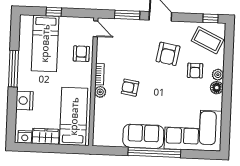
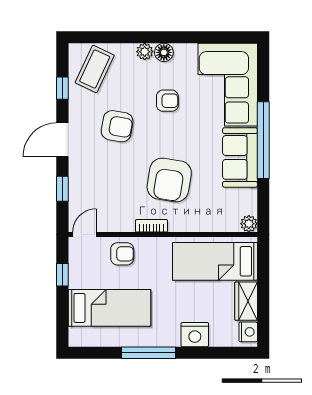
window: (54, 12) -> (62, 275), moved
window: (127, 15) -> (62, 189), width x0.67
window: (210, 18) -> (62, 88), moved
armchair: (81, 54) -> (122, 254), turned 180
armchair: (195, 71) -> (167, 101), moved
armchair: (130, 88) -> (169, 180), width x1.88, depth x1.88
plant: (100, 92) -> (249, 224), moved

